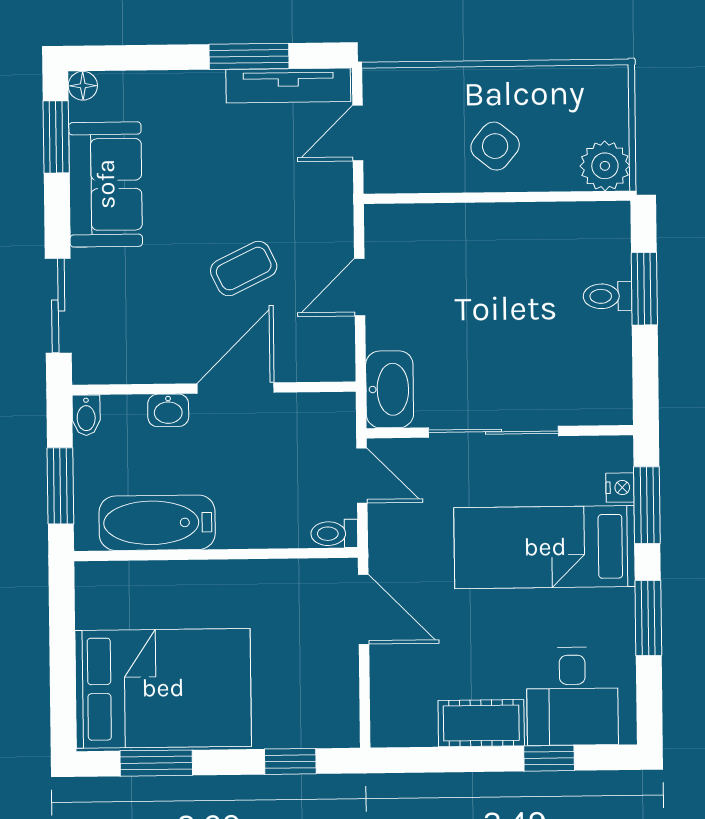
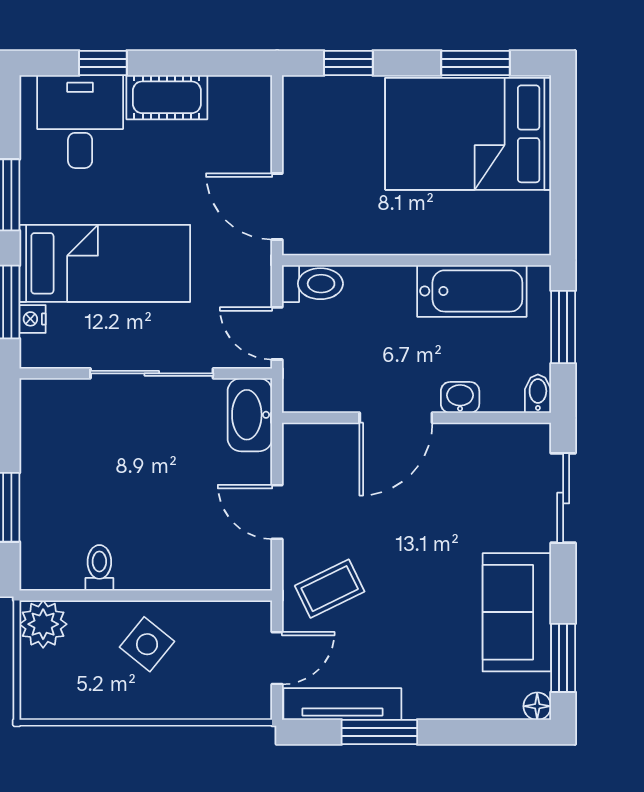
coffee table: (244, 269) -> (330, 589), moved
door: (360, 287) -> (277, 512), swing flipped
toilet: (607, 296) -> (99, 568), moved, turned -90
toilet: (334, 534) -> (312, 284), width x1.37, depth x1.39

